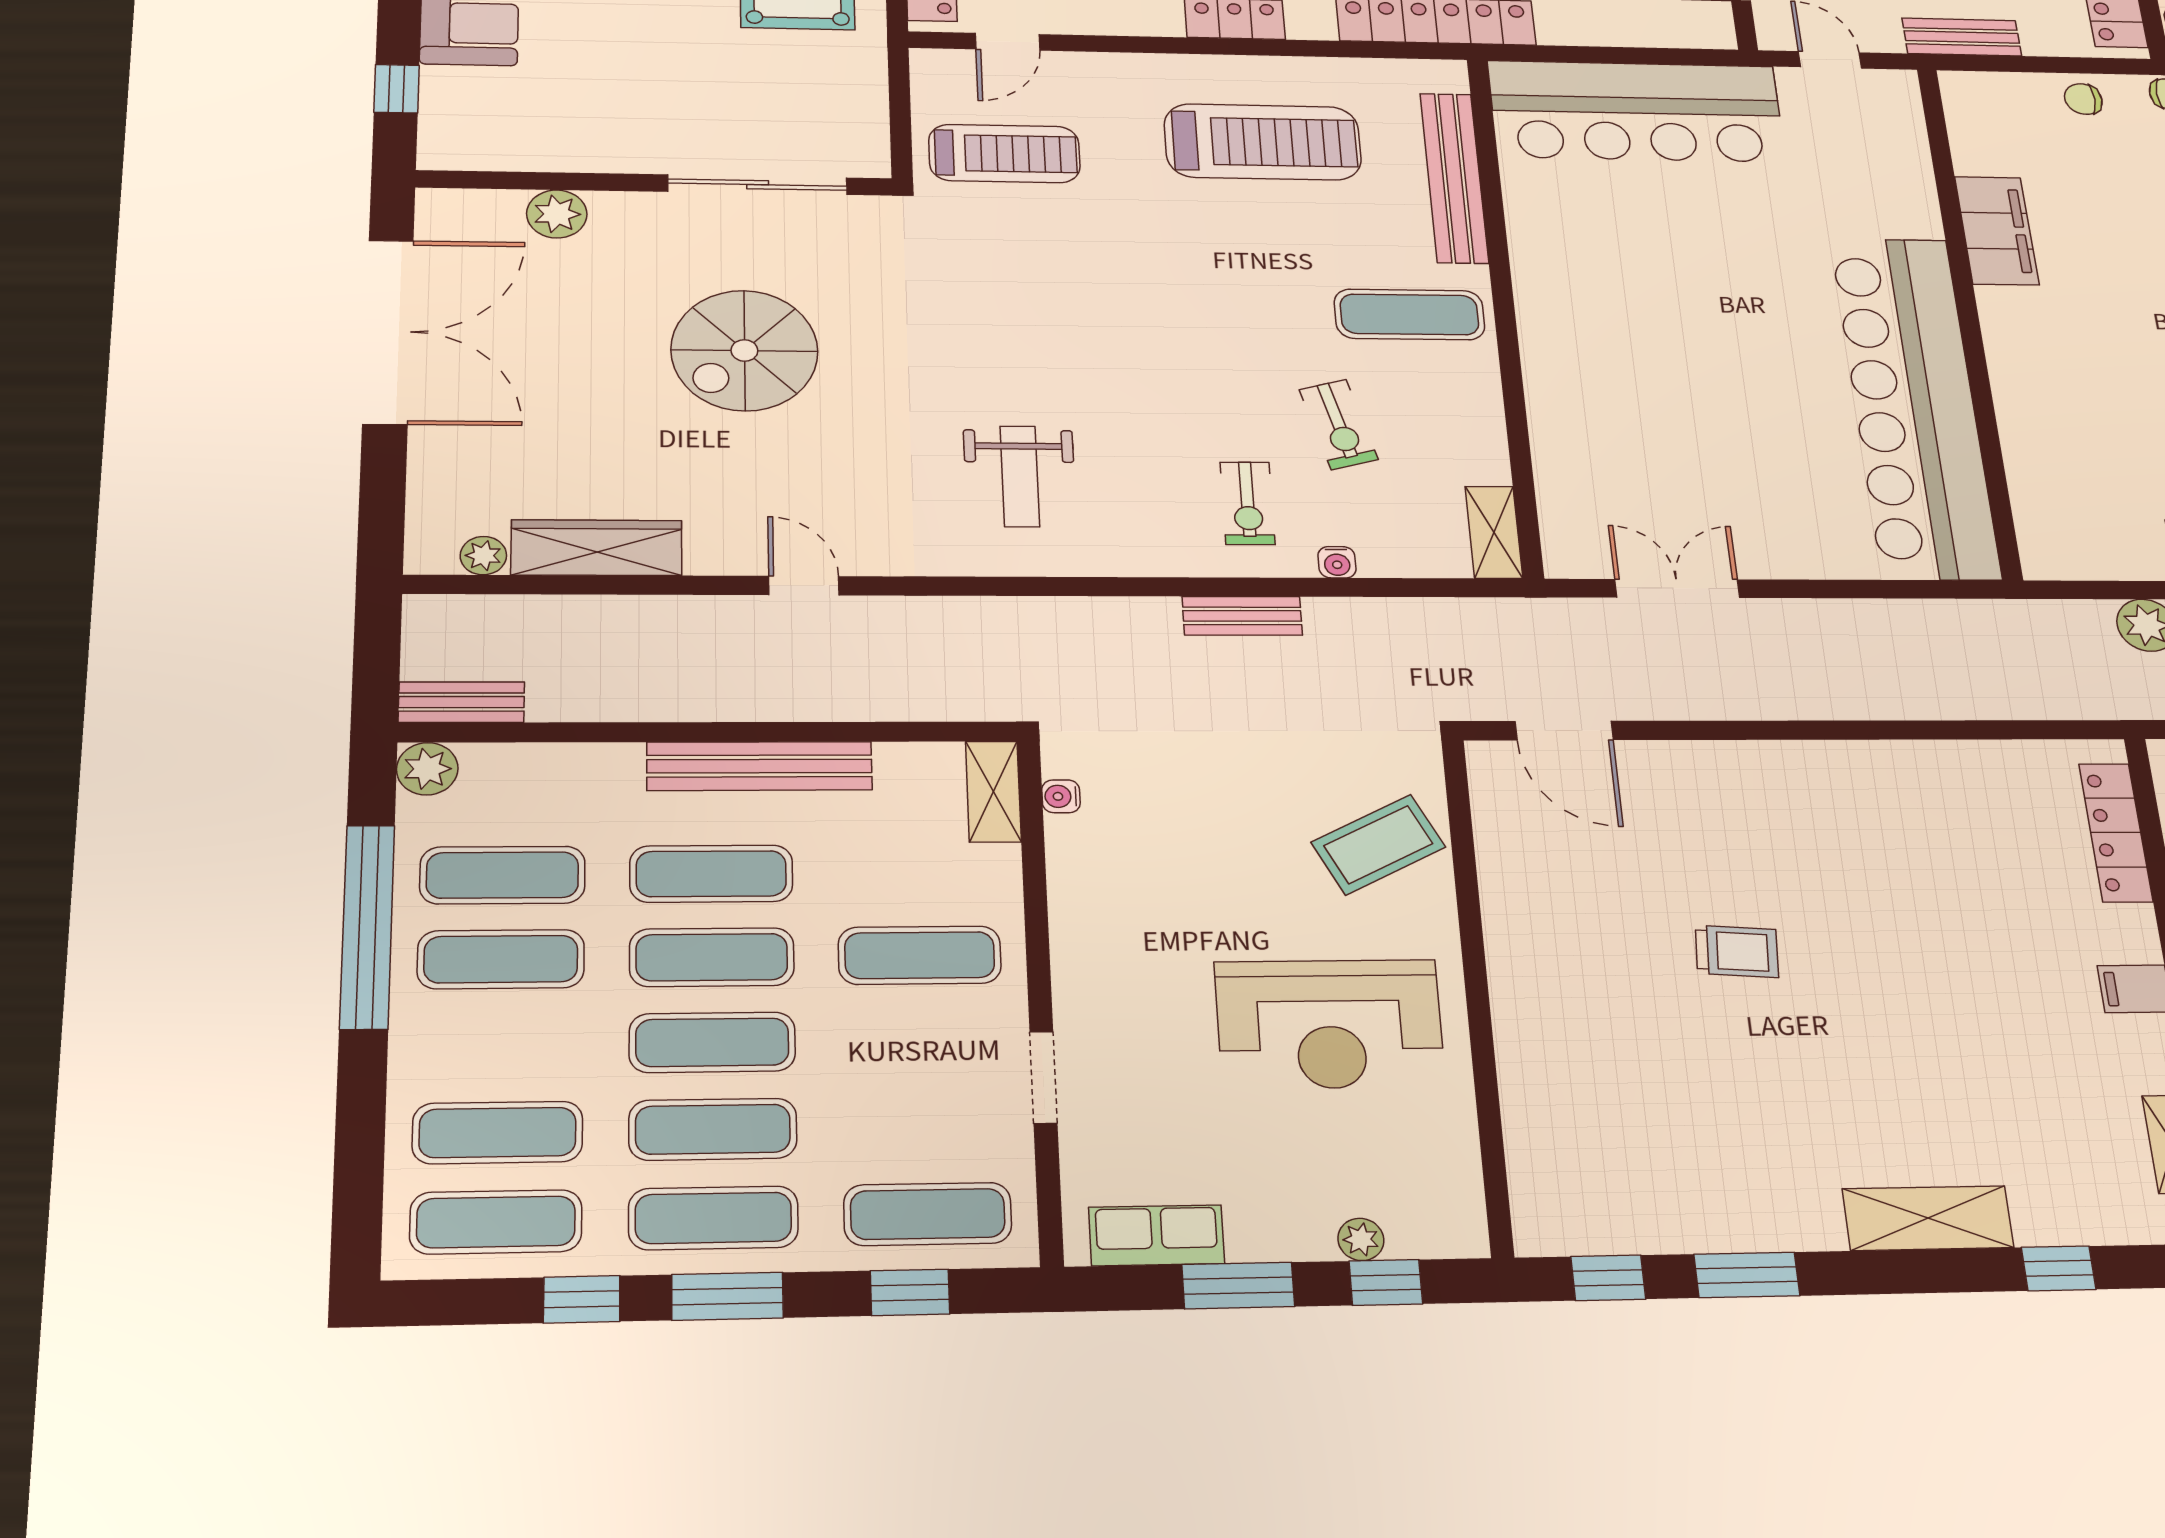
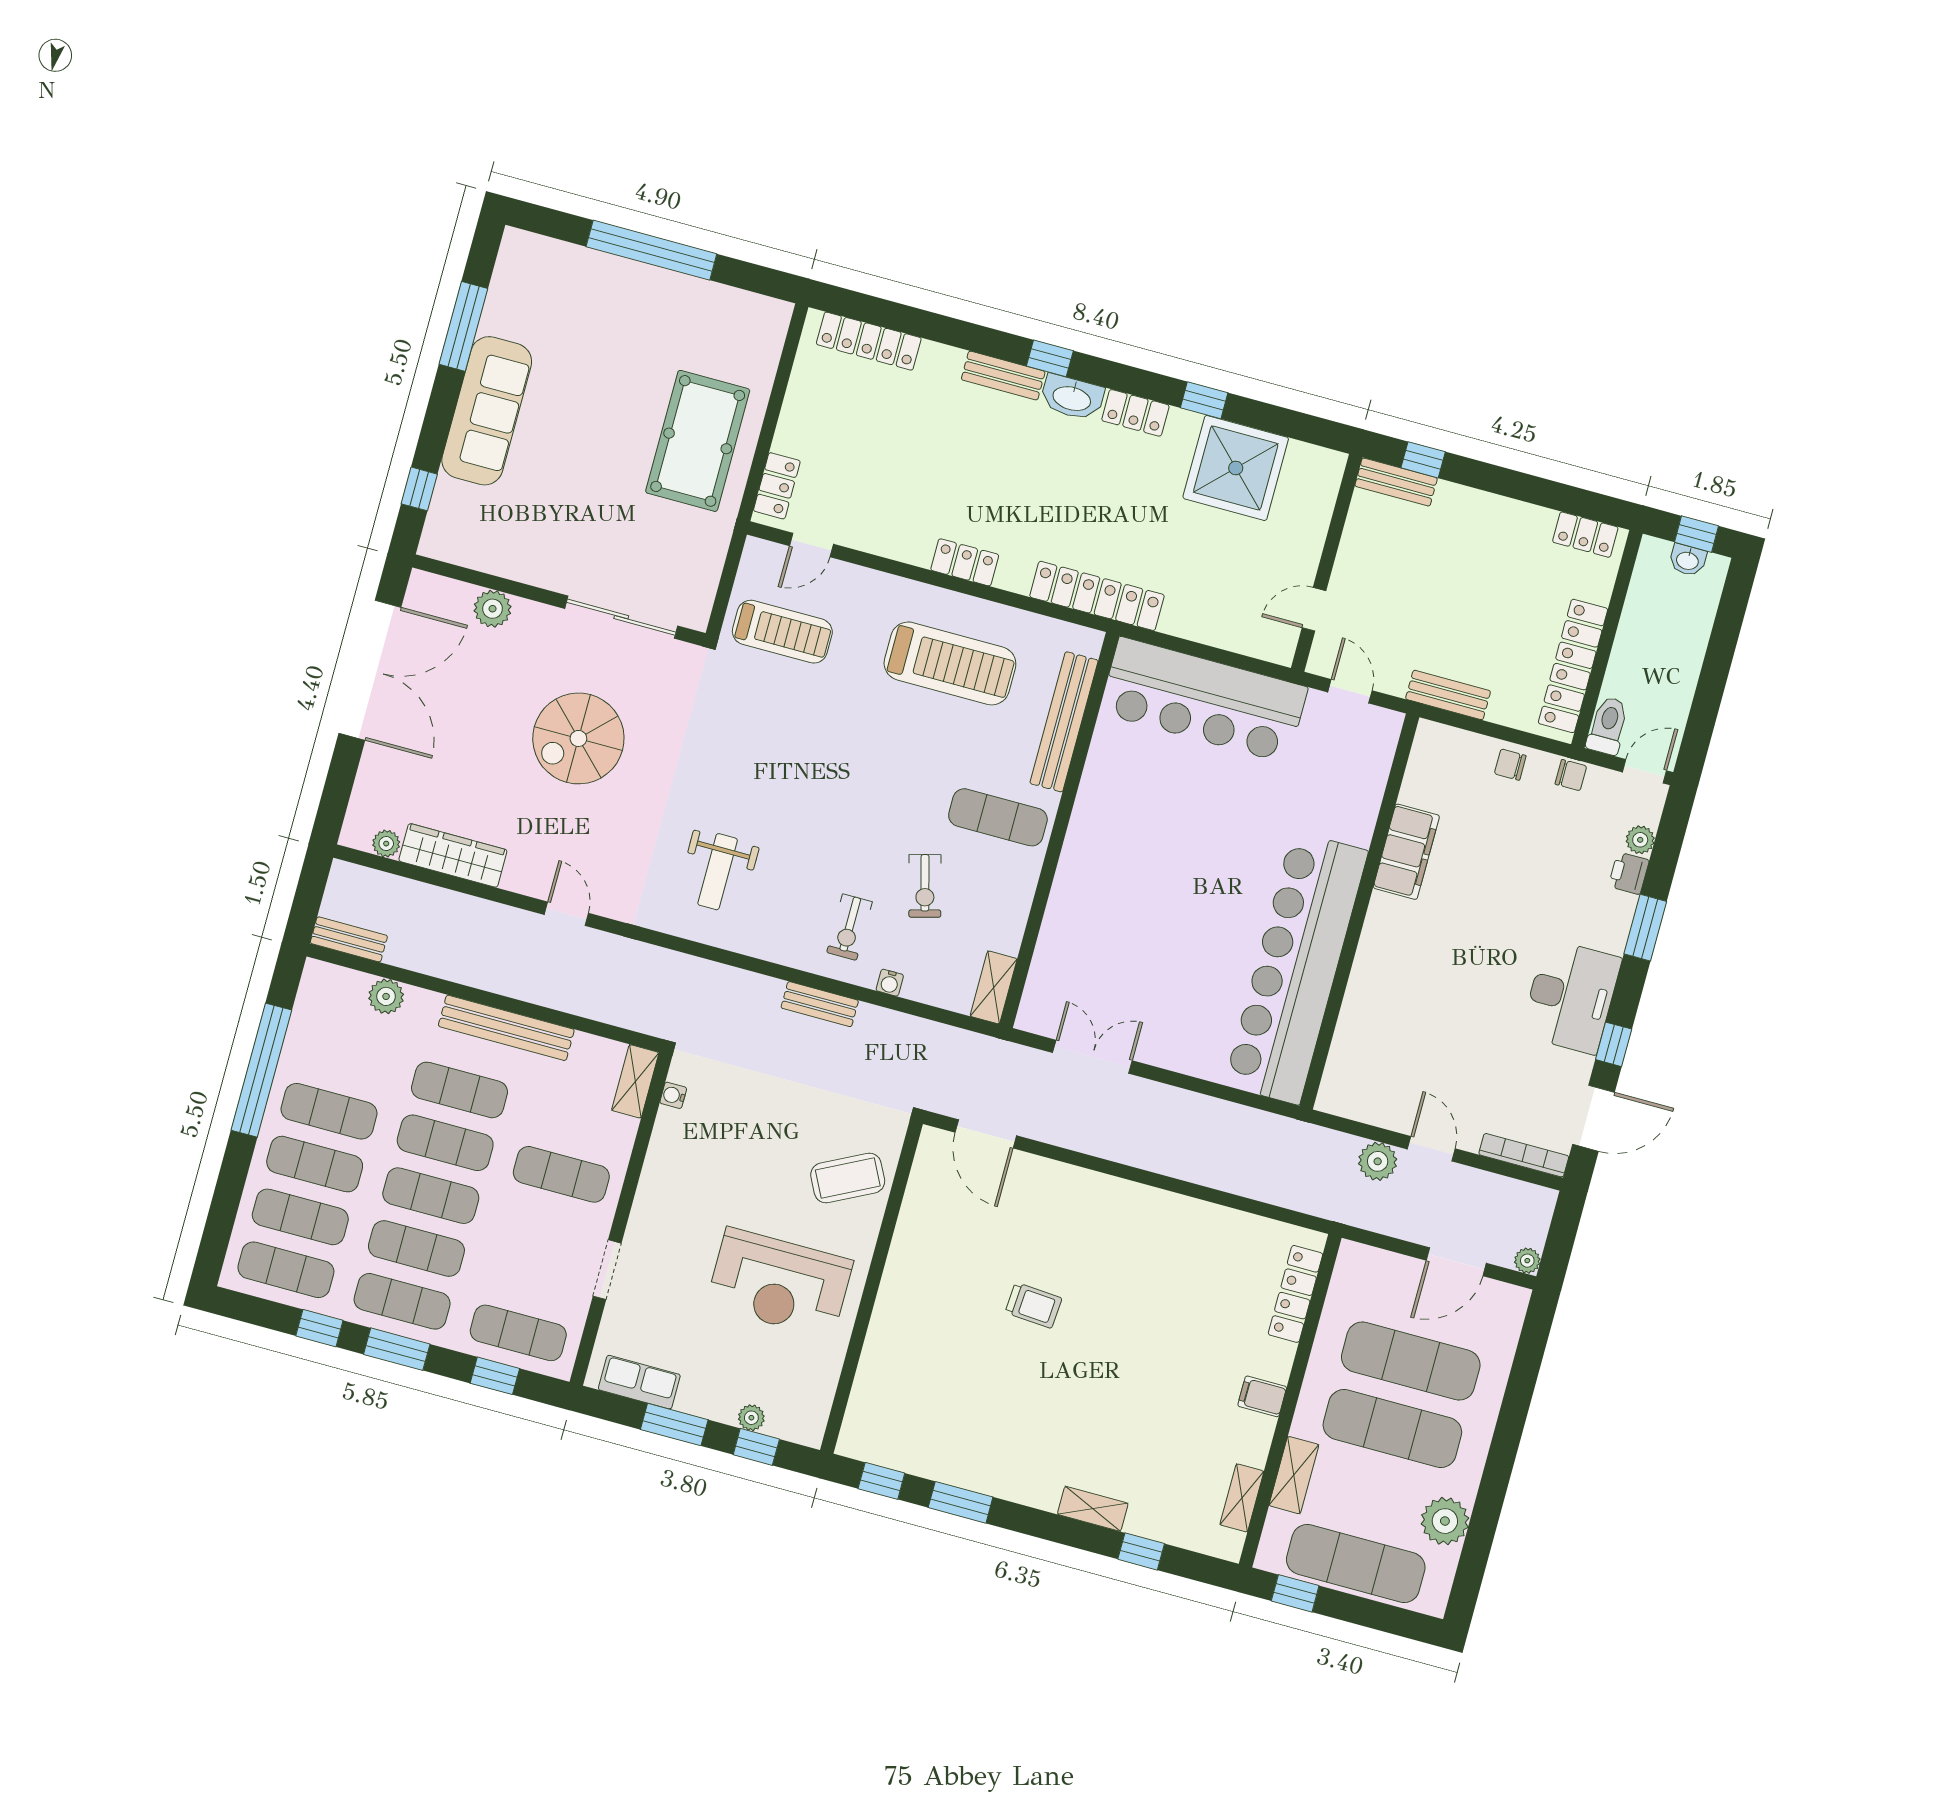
plant: (427, 769) -> (386, 996), moved
exercise mat: (503, 875) -> (315, 1164), moved
shelving: (1928, 1218) -> (1093, 1509), width x0.67, depth x0.75

